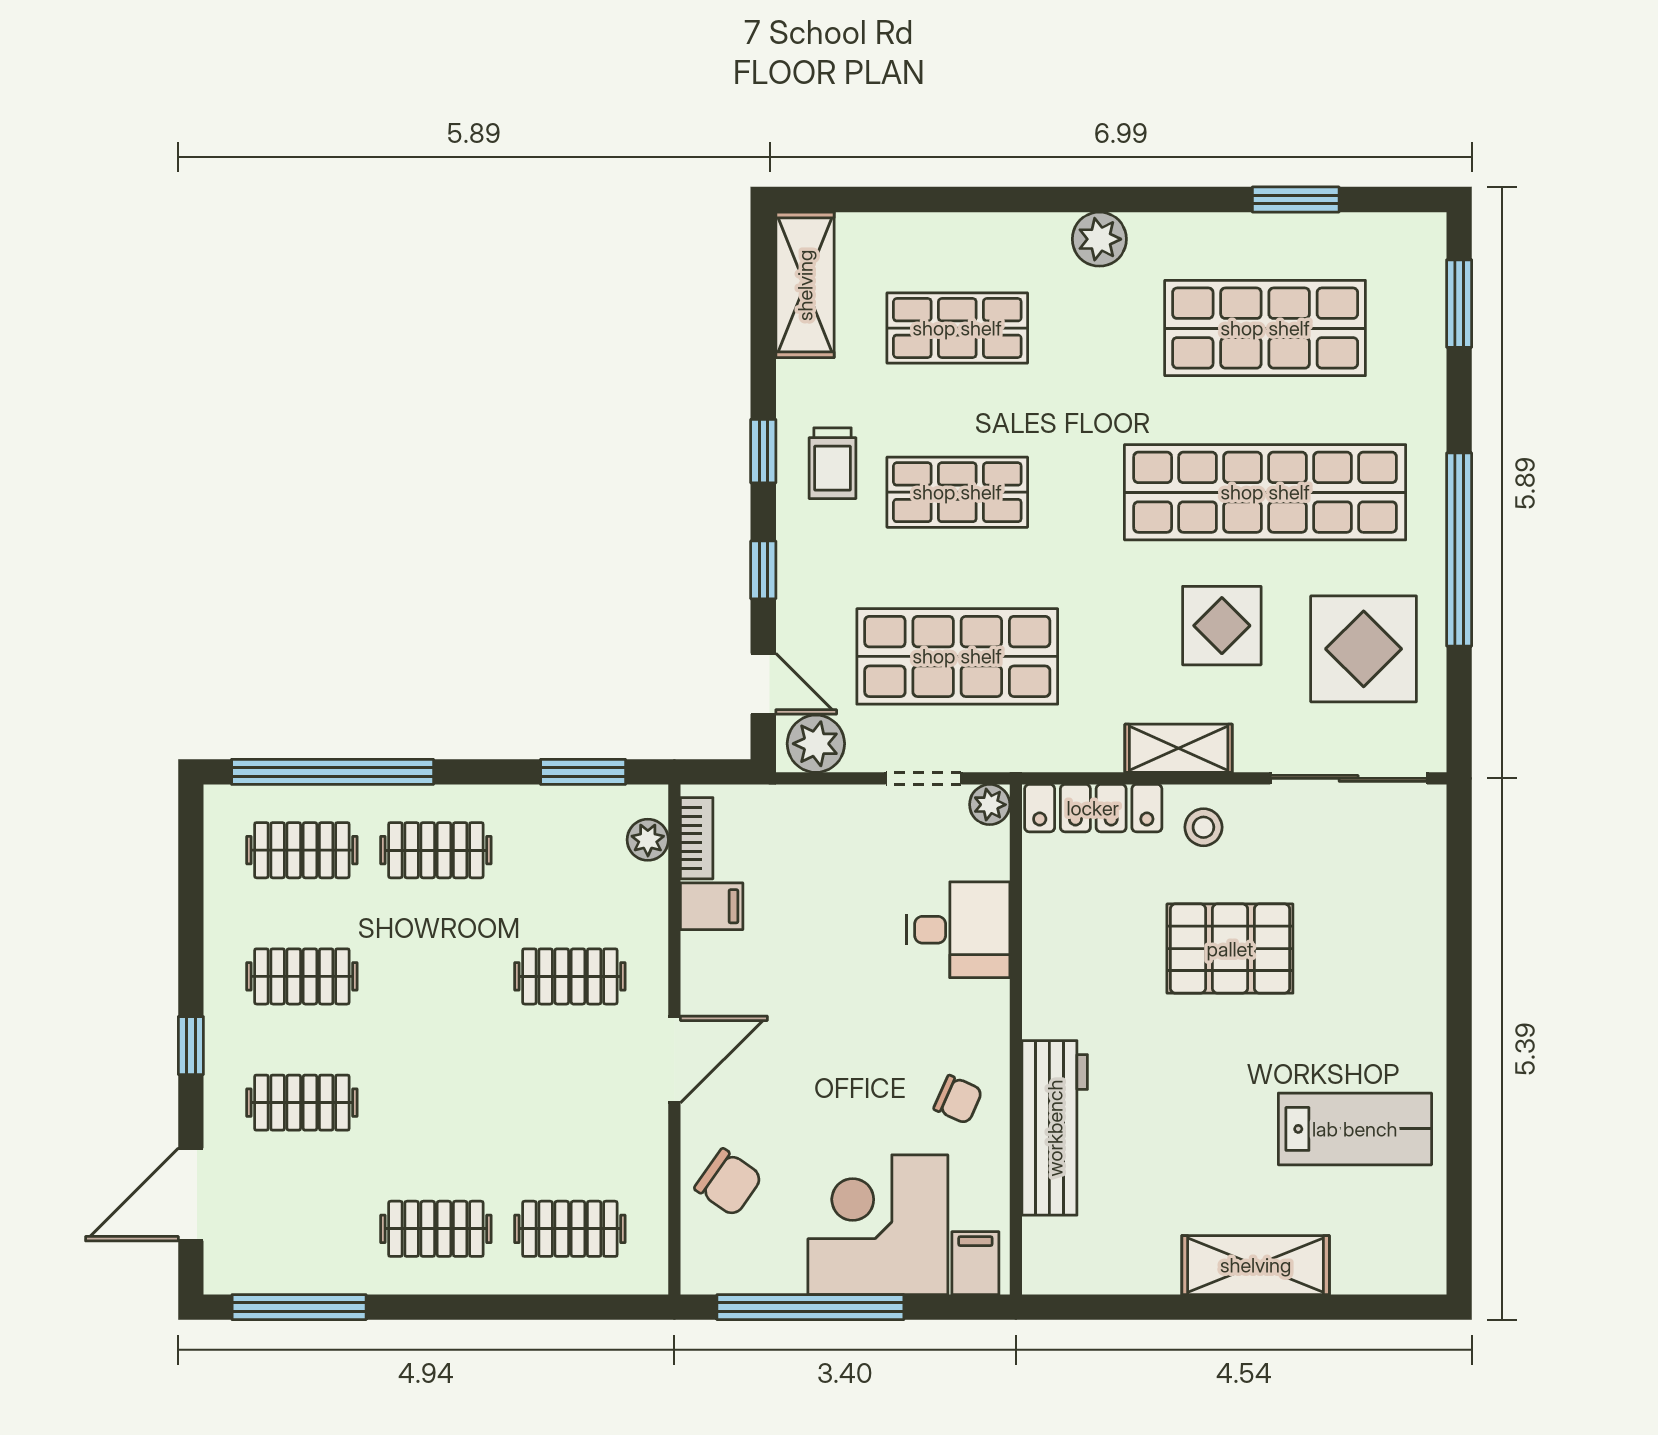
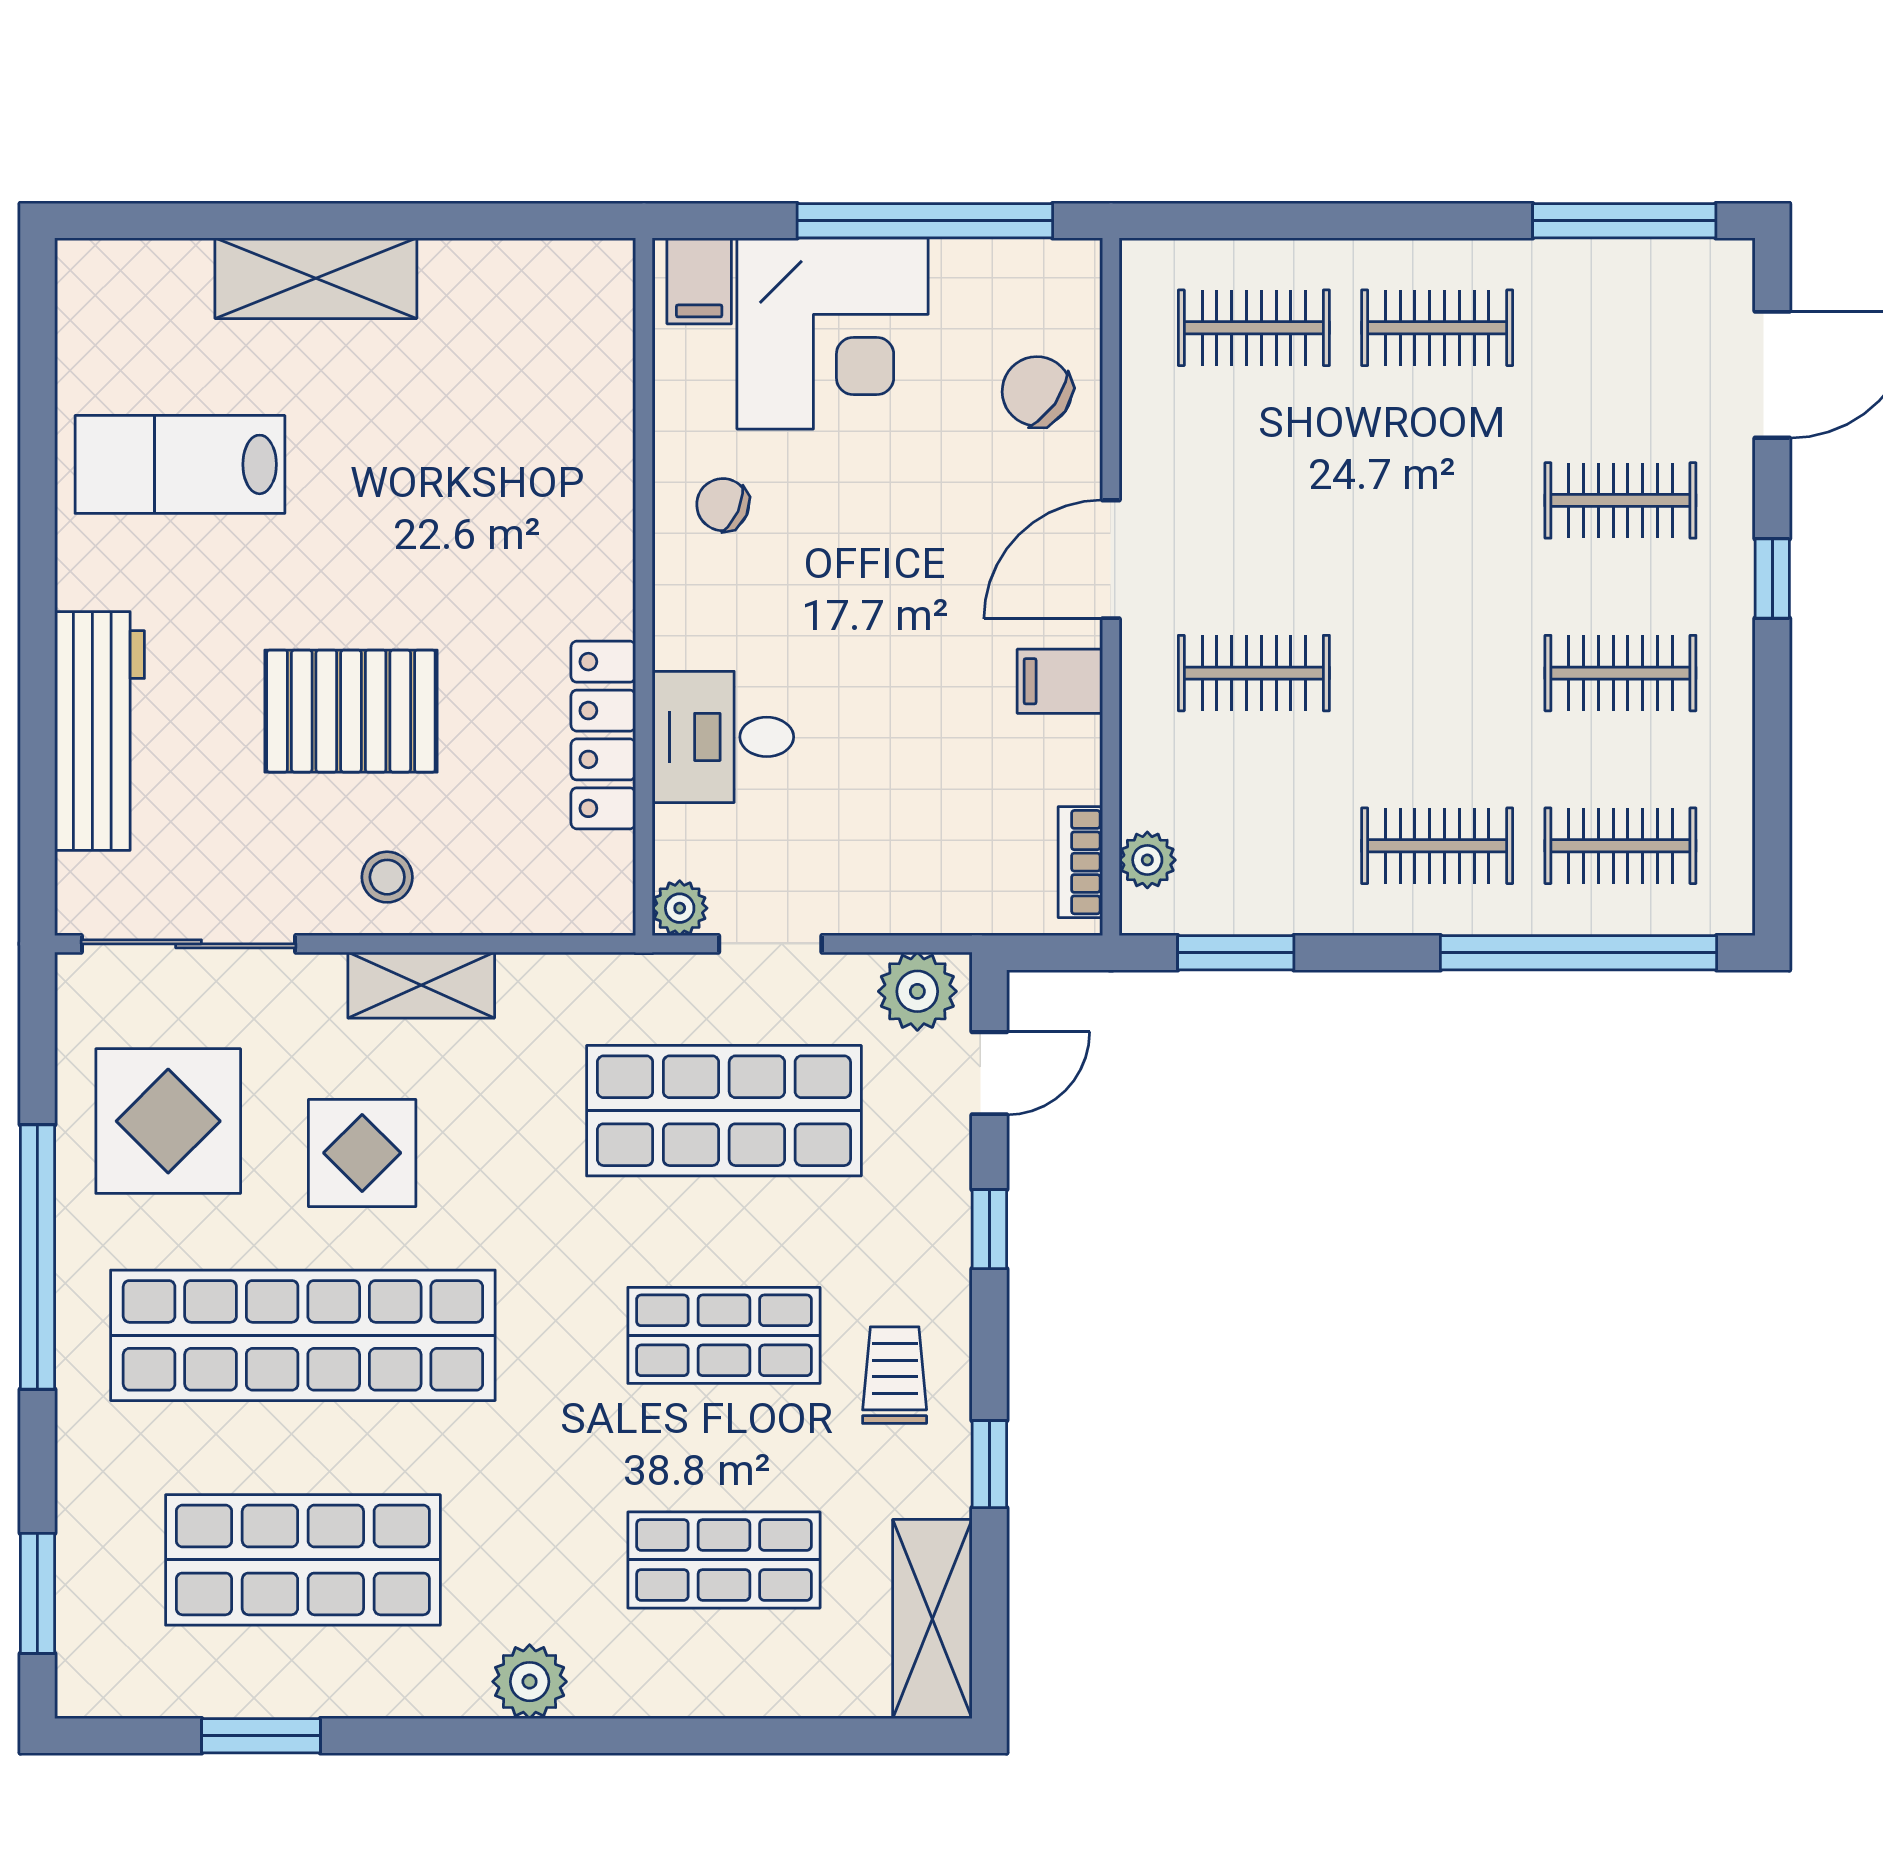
window: (763, 451) -> (989, 1464), moved
door: (763, 684) -> (989, 1073), swing flipped
locker: (1093, 808) -> (603, 735), moved, turned -90
filing cabinet: (712, 906) -> (1060, 681), moved
workbench: (1055, 1128) -> (100, 731), moved, turned 180

